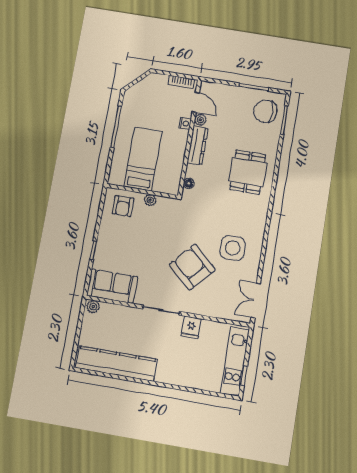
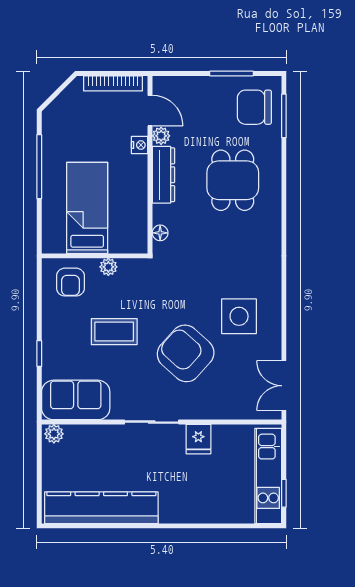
bookcase: (181, 82) -> (113, 83), width x1.56
dining table: (248, 172) -> (233, 180), moved
coffee table: (146, 244) -> (114, 332), added

